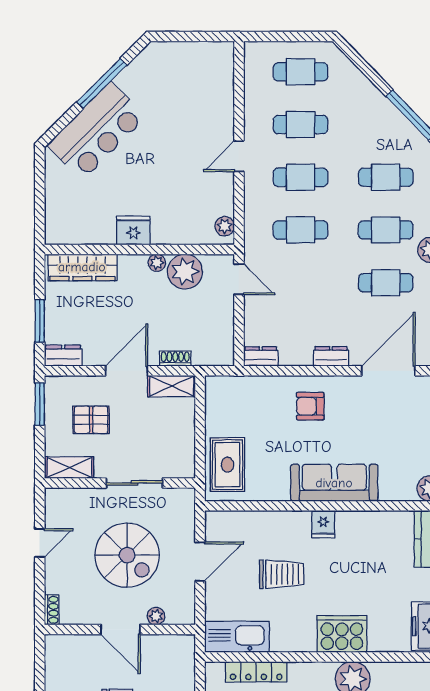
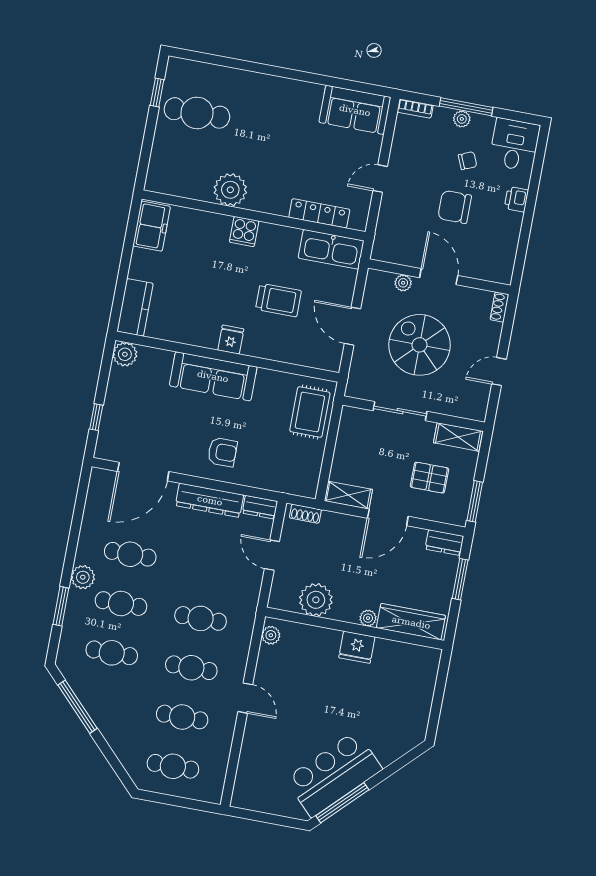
window: (102, 83) -> (342, 803), moved
bar counter: (97, 131) -> (334, 774), moved
door: (239, 156) -> (245, 698), hinge flipped
plant: (157, 263) -> (368, 618), moved
door: (239, 279) -> (272, 555), moved
dresser: (331, 356) -> (210, 500), width x1.96, depth x1.24
shoe rack: (175, 359) -> (305, 514), moved
door: (200, 562) -> (352, 326), hinge flipped
trolley: (282, 574) -> (278, 300), turned 180
cooker: (342, 634) -> (244, 232), width x0.53, depth x0.76

